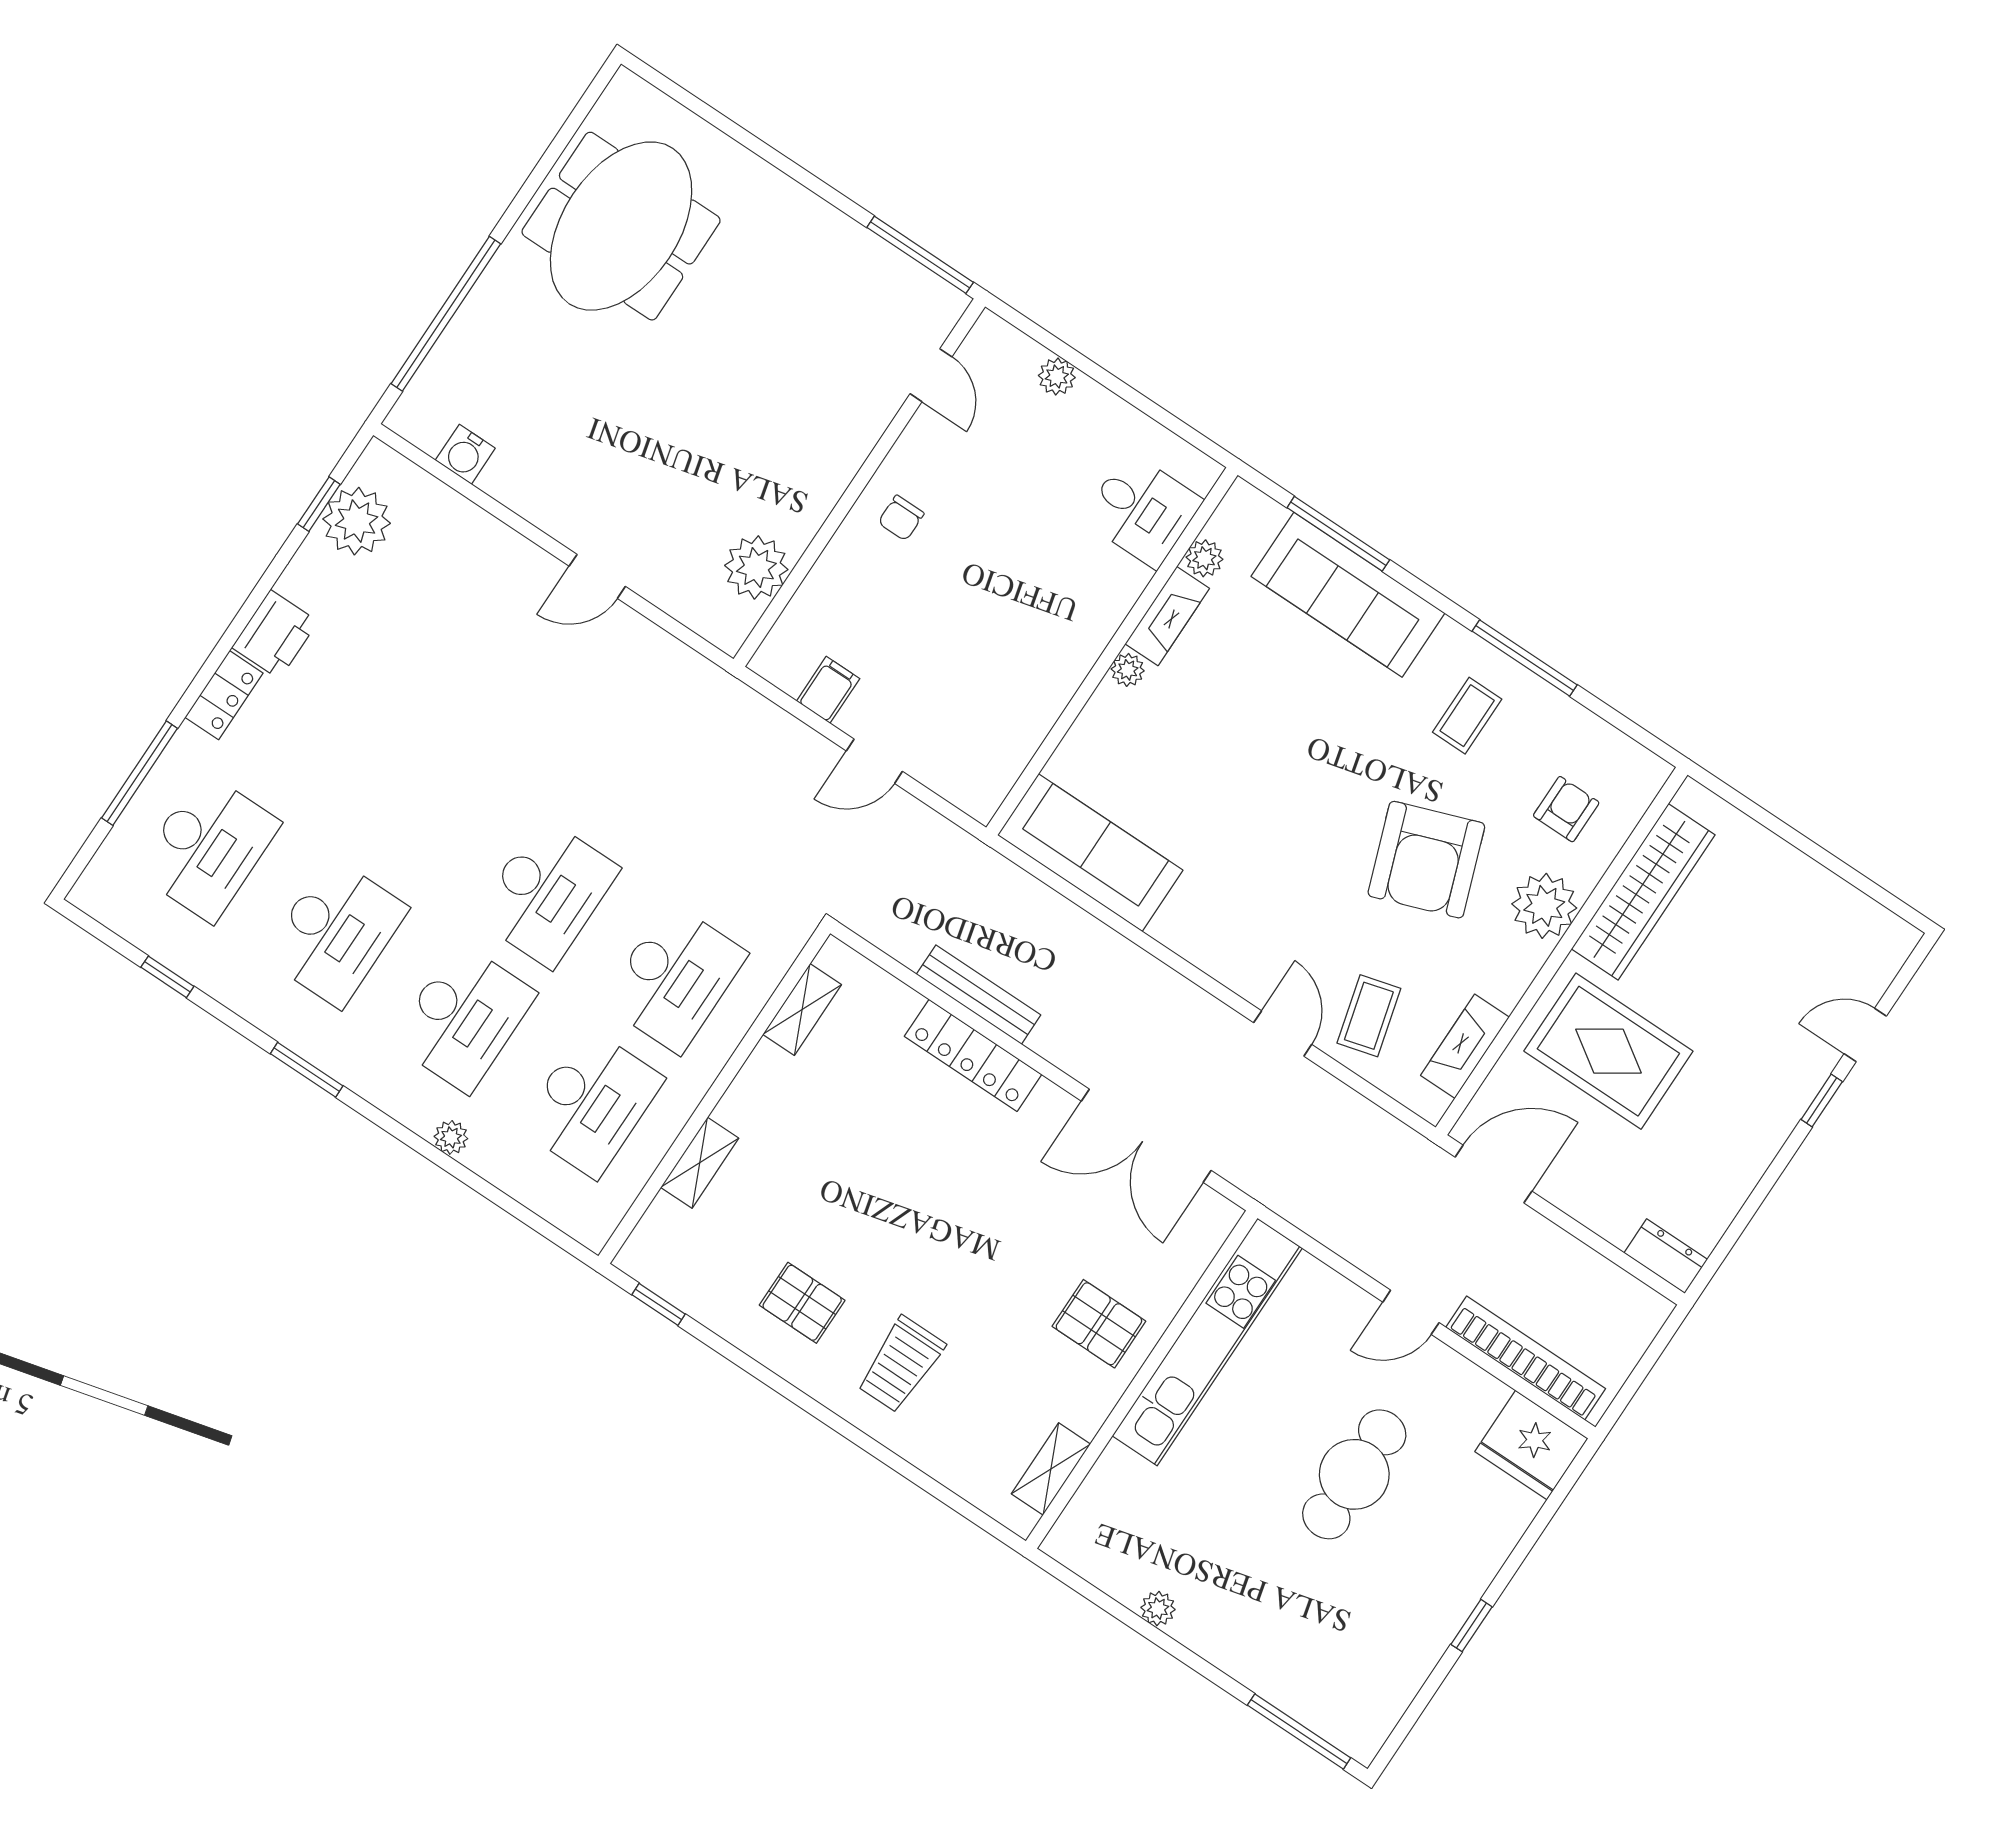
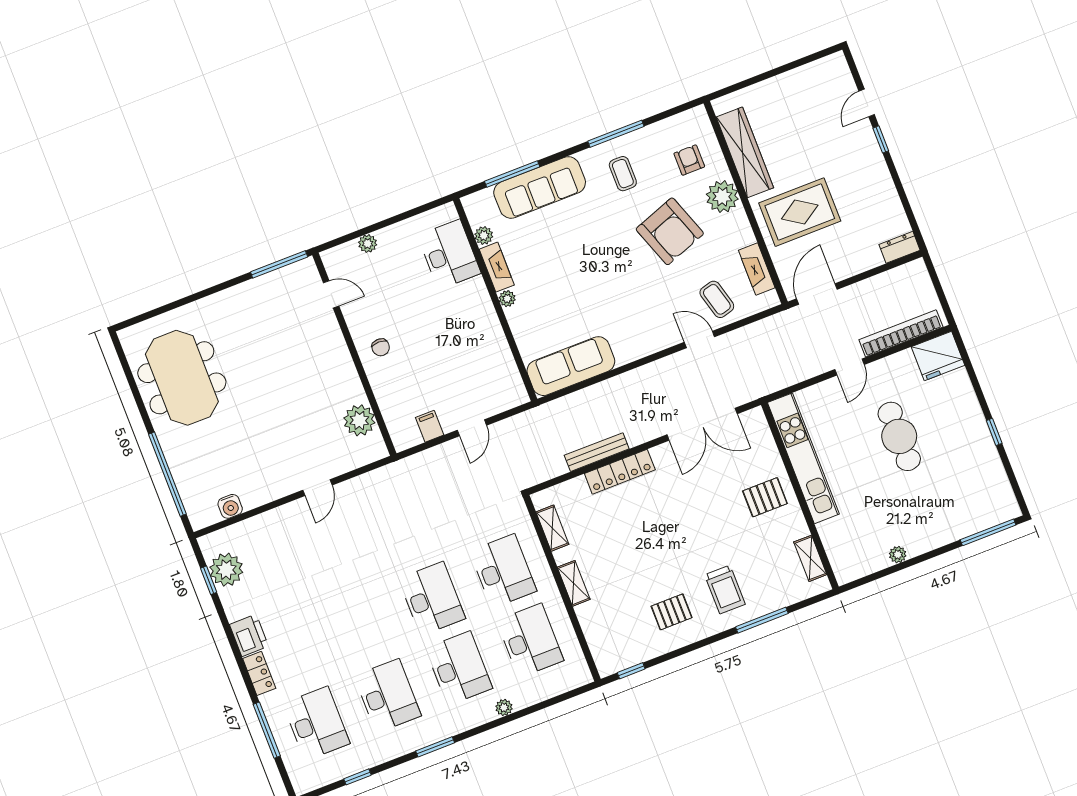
desk: (1142, 510) -> (449, 254), width x1.37
shelving: (700, 1163) -> (574, 583), moved
window: (893, 1461) -> (762, 620), added

